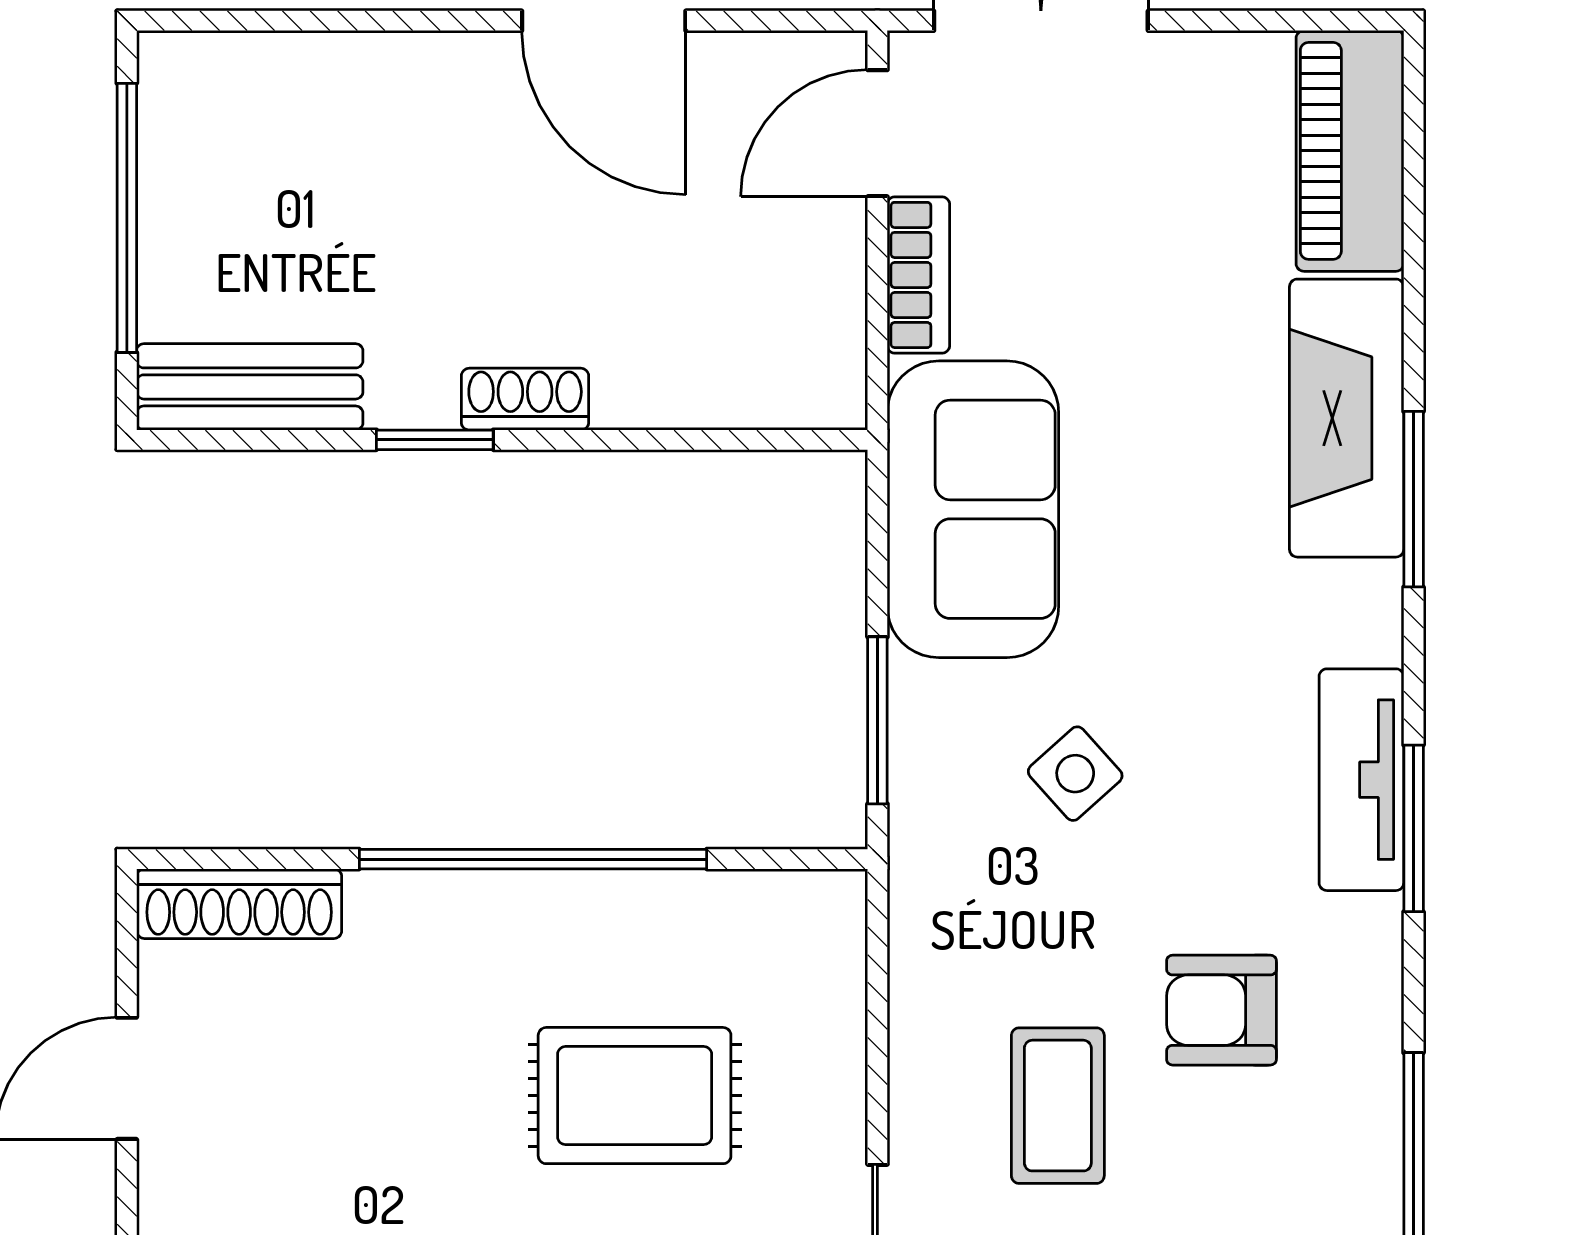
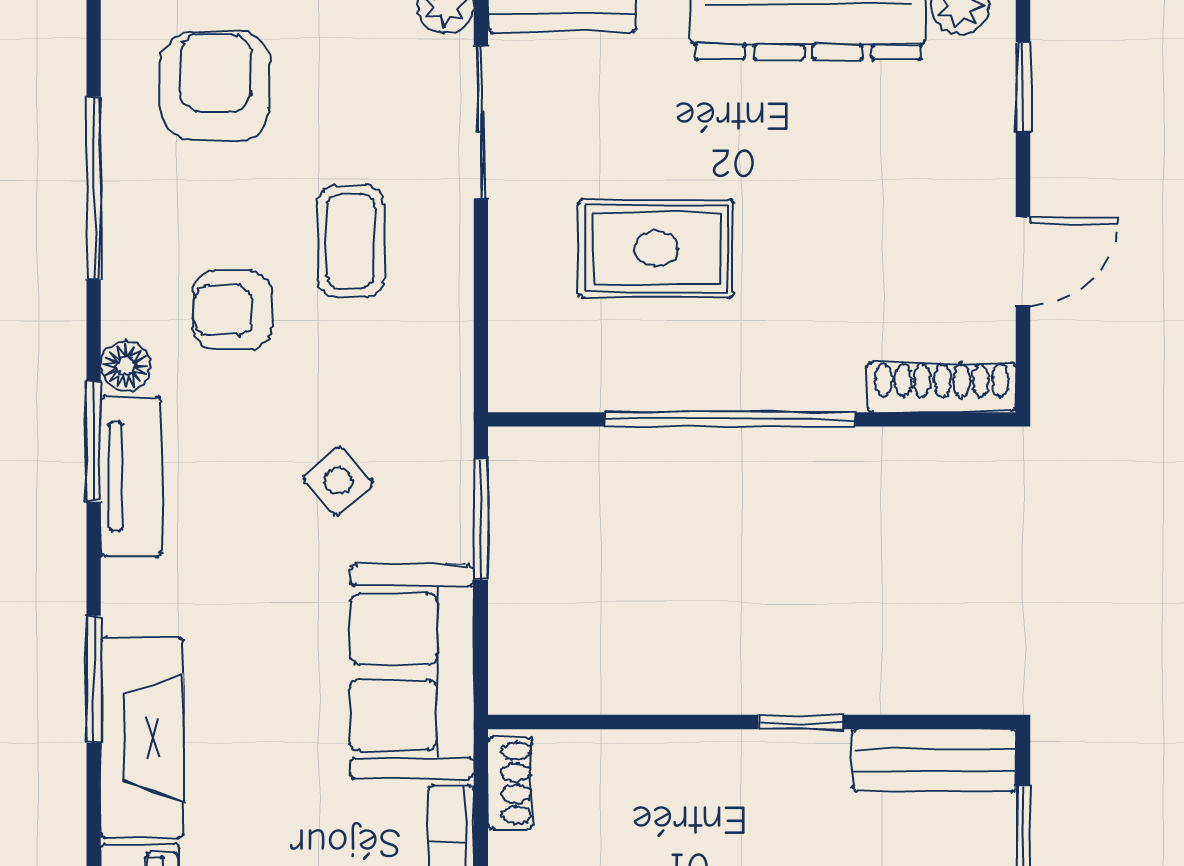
shoe rack: (525, 399) -> (510, 783), moved, turned -90
floor lamp: (1369, 933) -> (126, 366), added
armchair: (1222, 1010) -> (232, 310), turned 180

